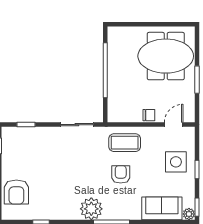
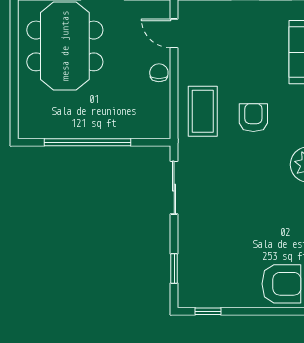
side table: (176, 162) -> (233, 30), removed
armchair: (121, 174) -> (253, 118), turned 90

